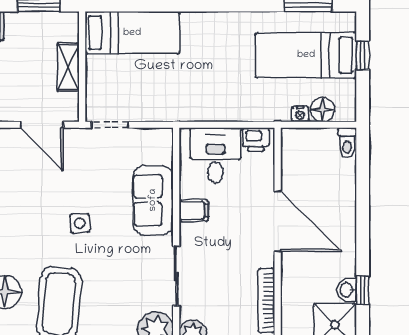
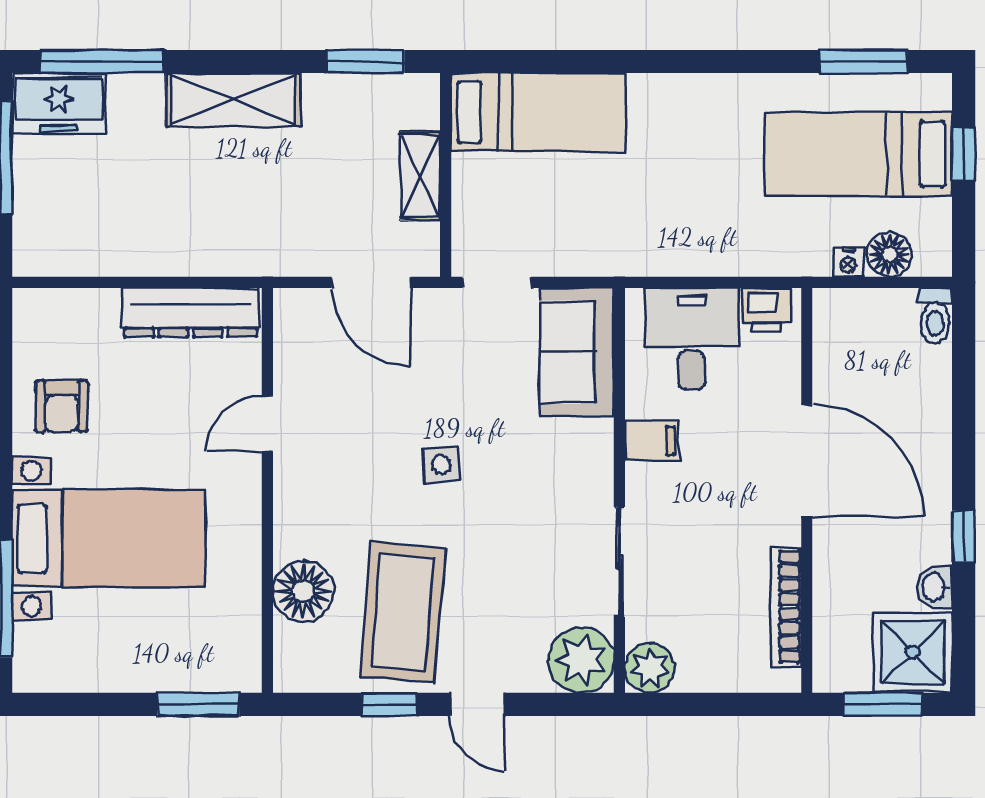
sofa: (153, 200) -> (577, 352), moved
window: (363, 290) -> (964, 536), moved

